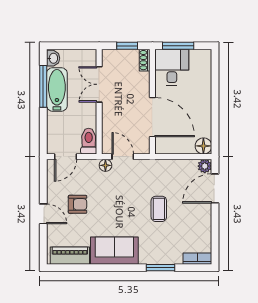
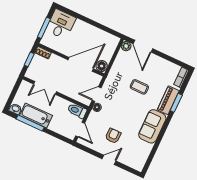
desk: (172, 67) -> (61, 24), moved, turned 90
floor lamp: (203, 146) -> (102, 66), moved
piano: (70, 256) -> (168, 100), moved

